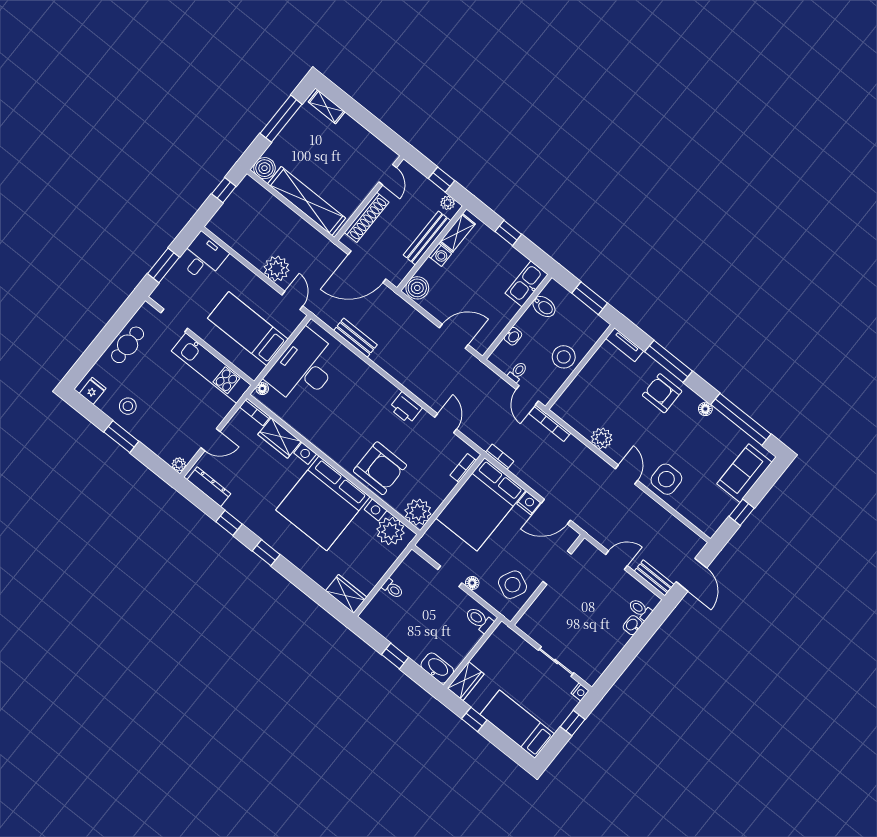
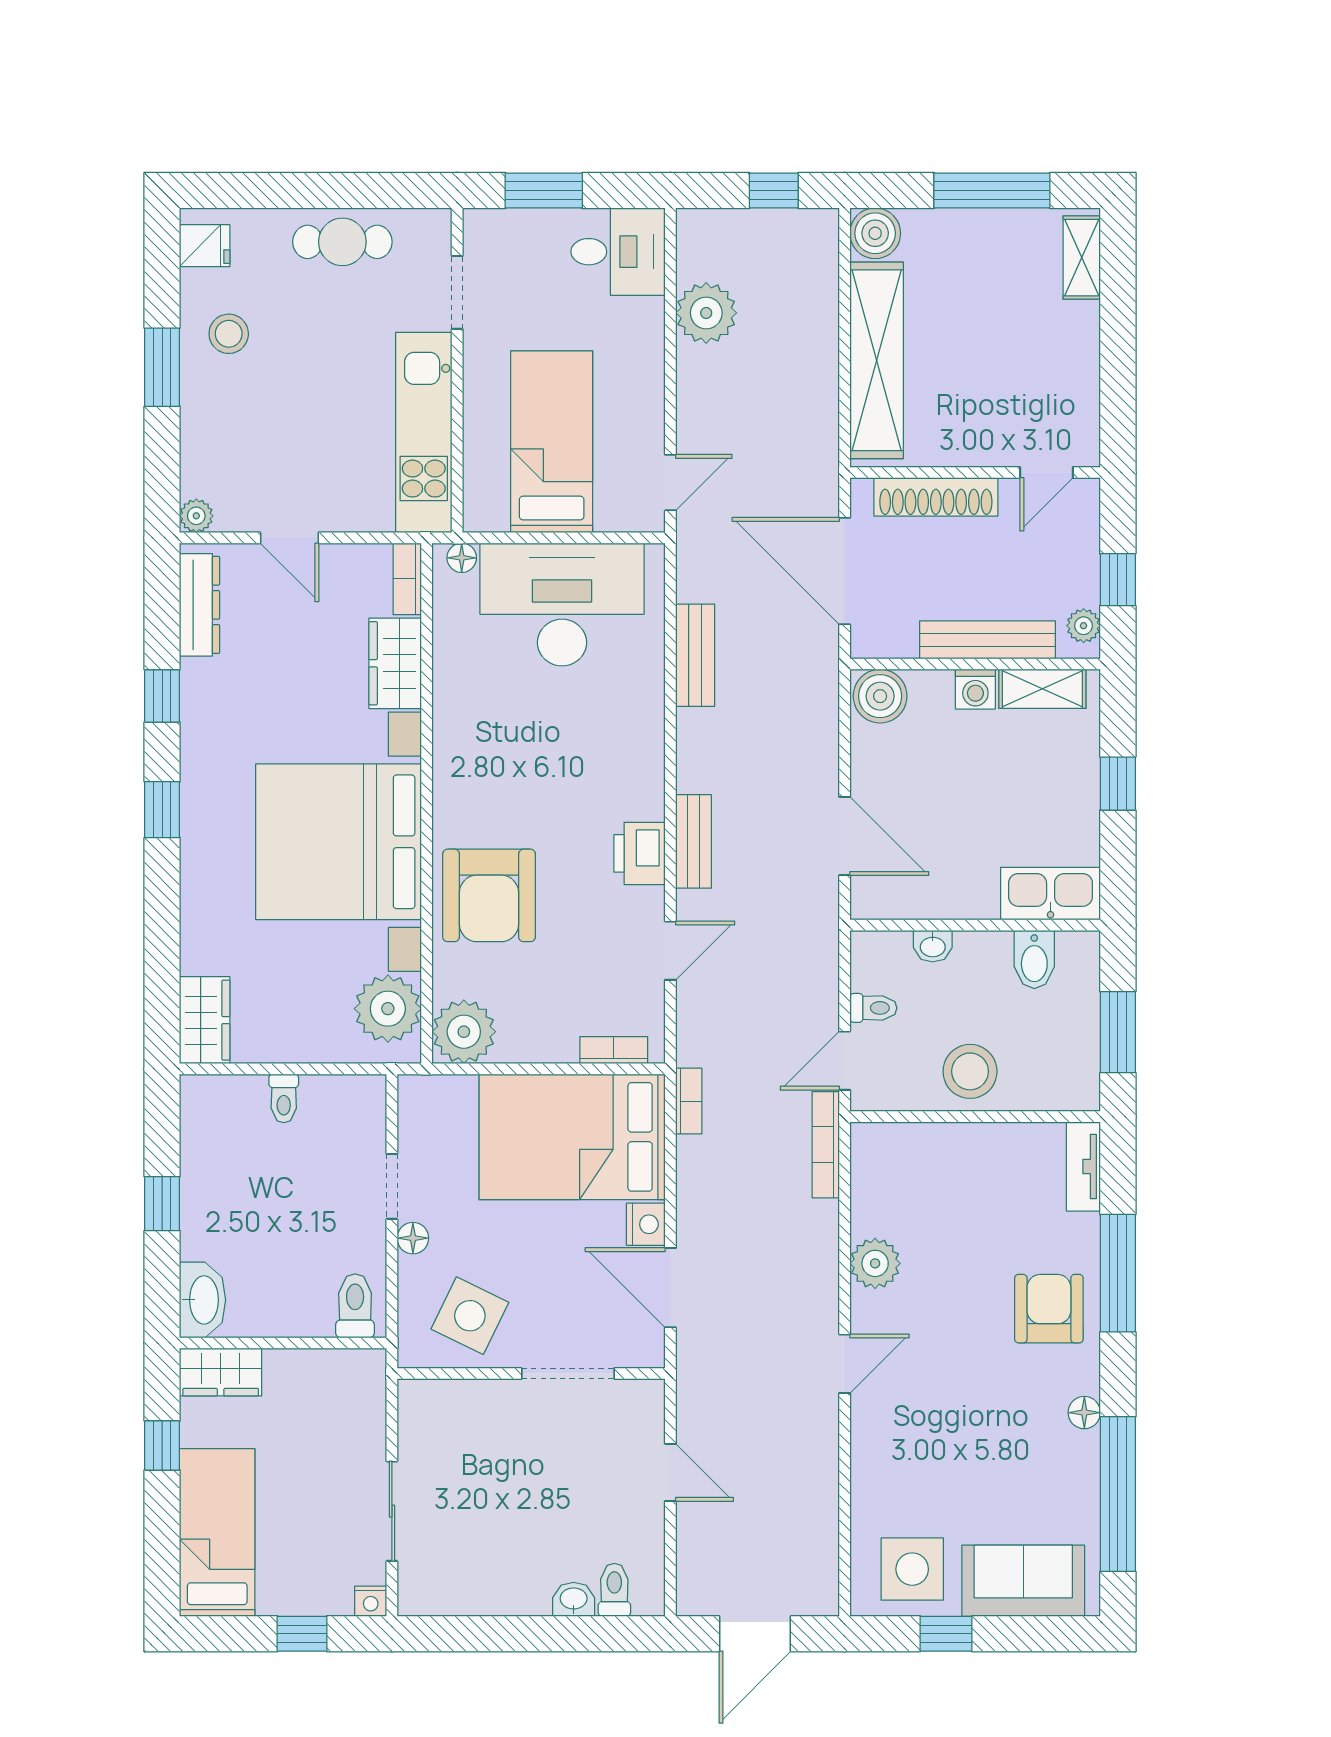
plant: (277, 269) -> (706, 313), moved
side table: (666, 479) -> (912, 1569), moved
bench: (654, 578) -> (694, 841), moved

